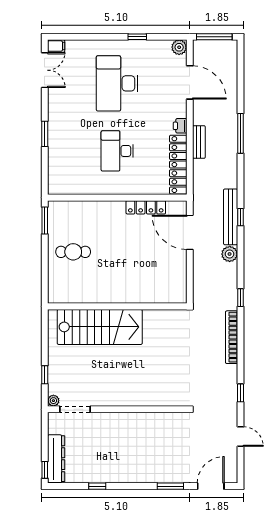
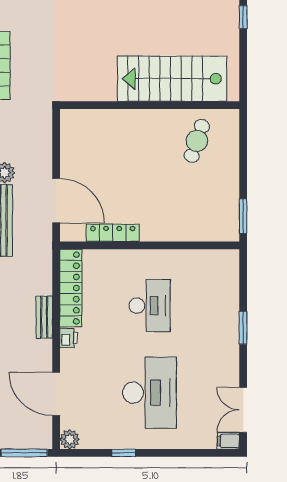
cafe table: (73, 252) -> (197, 141), moved, turned -71

